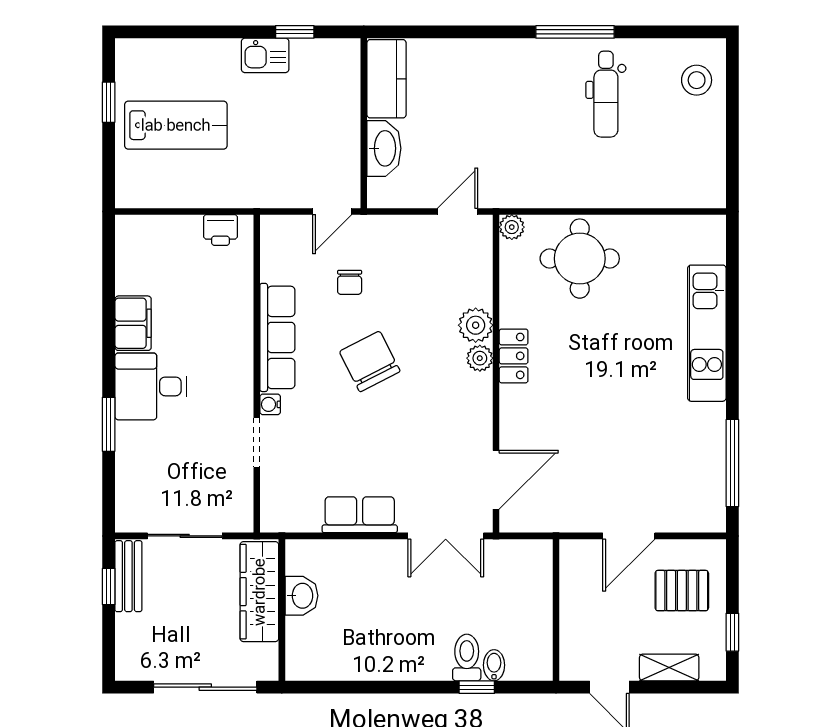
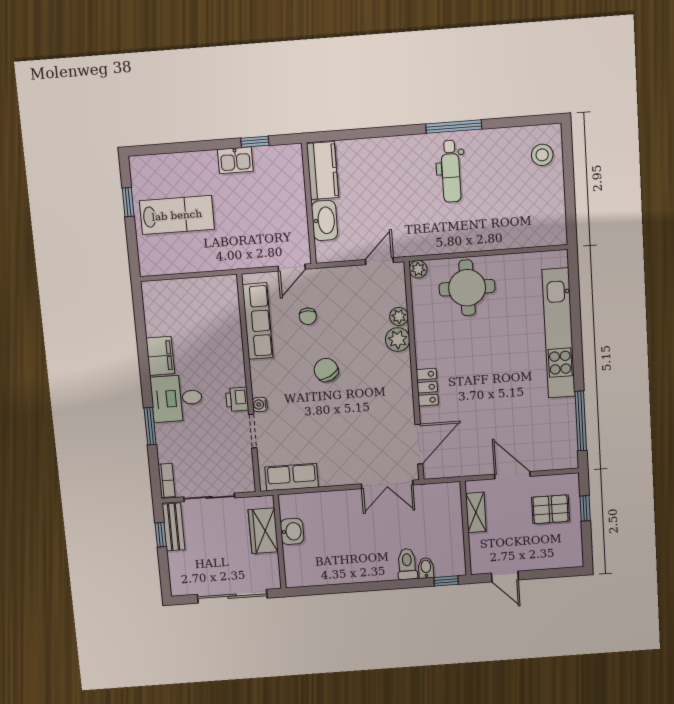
dental chair: (606, 94) -> (451, 171), moved
printer: (221, 230) -> (237, 399), moved, turned 90
kitchen unit: (707, 333) -> (559, 333), width x1.36
row of seats: (277, 337) -> (258, 321), moved
locker: (514, 356) -> (427, 387), moved
plant: (480, 358) -> (399, 316), moved
chair: (370, 361) -> (326, 370), width x0.73, depth x0.73
bookcase: (125, 506) -> (167, 480), added
row of seats: (360, 515) -> (292, 477), moved
door: (629, 536) -> (512, 475), swing flipped
wardrobe: (259, 592) -> (263, 531), width x0.67
window: (732, 632) -> (585, 508), moved
shelving: (669, 667) -> (476, 512), moved, turned 90
window: (477, 687) -> (446, 581), moved

